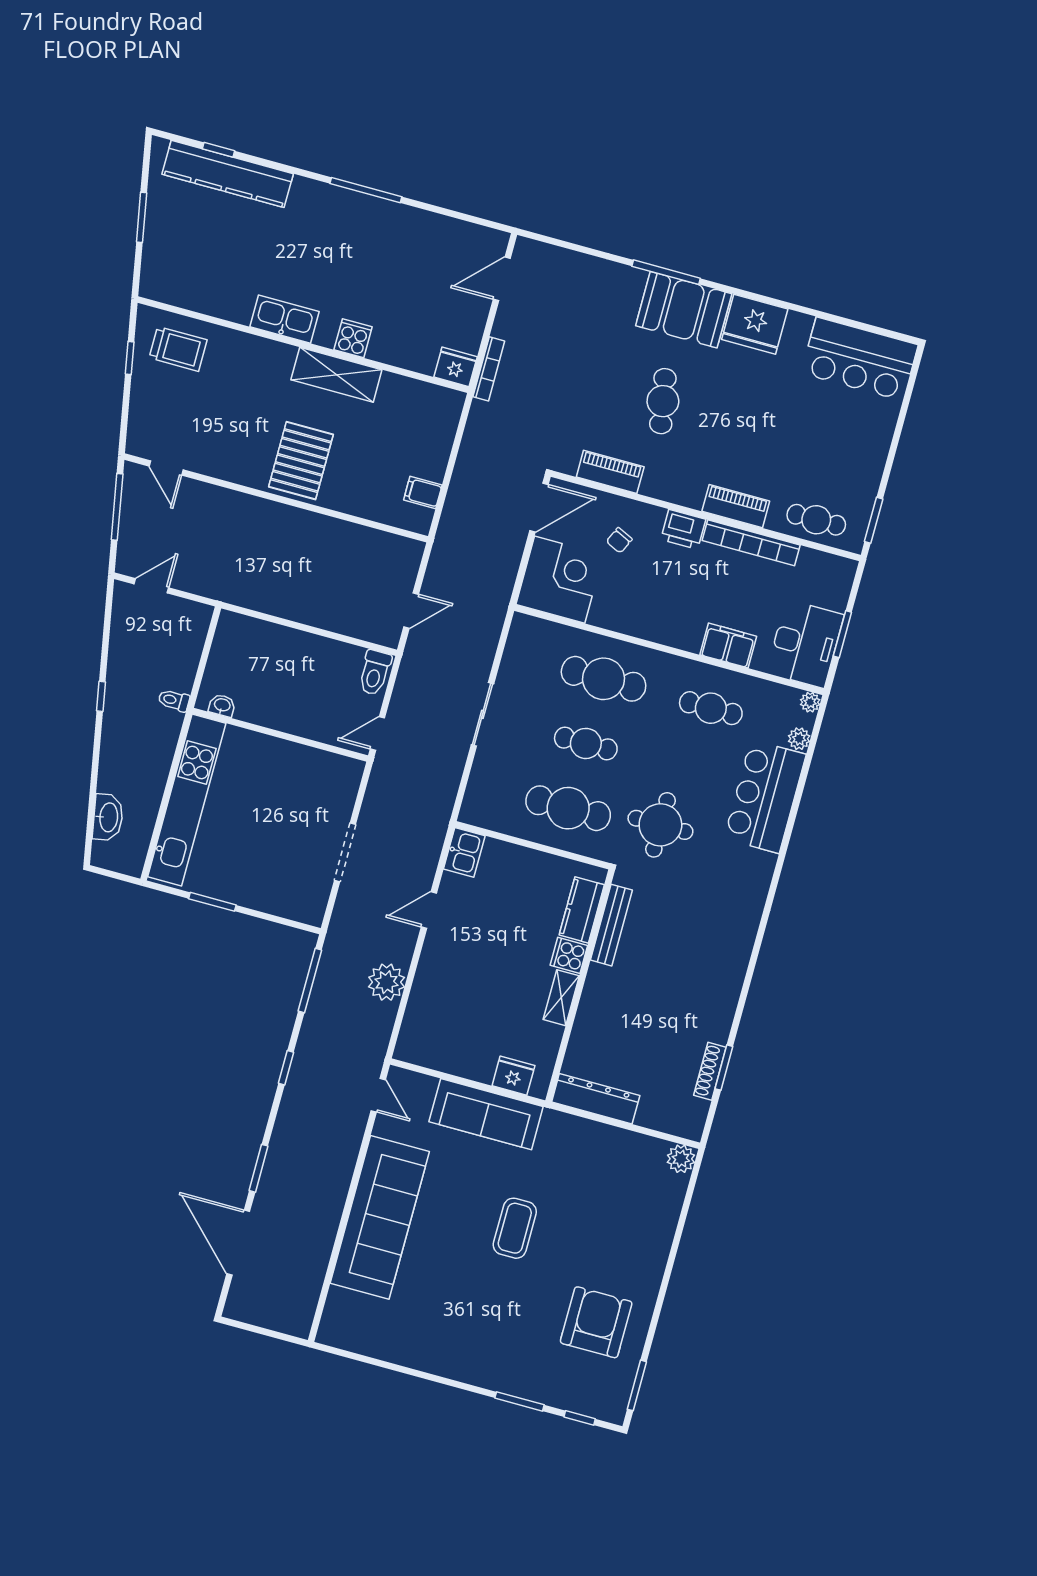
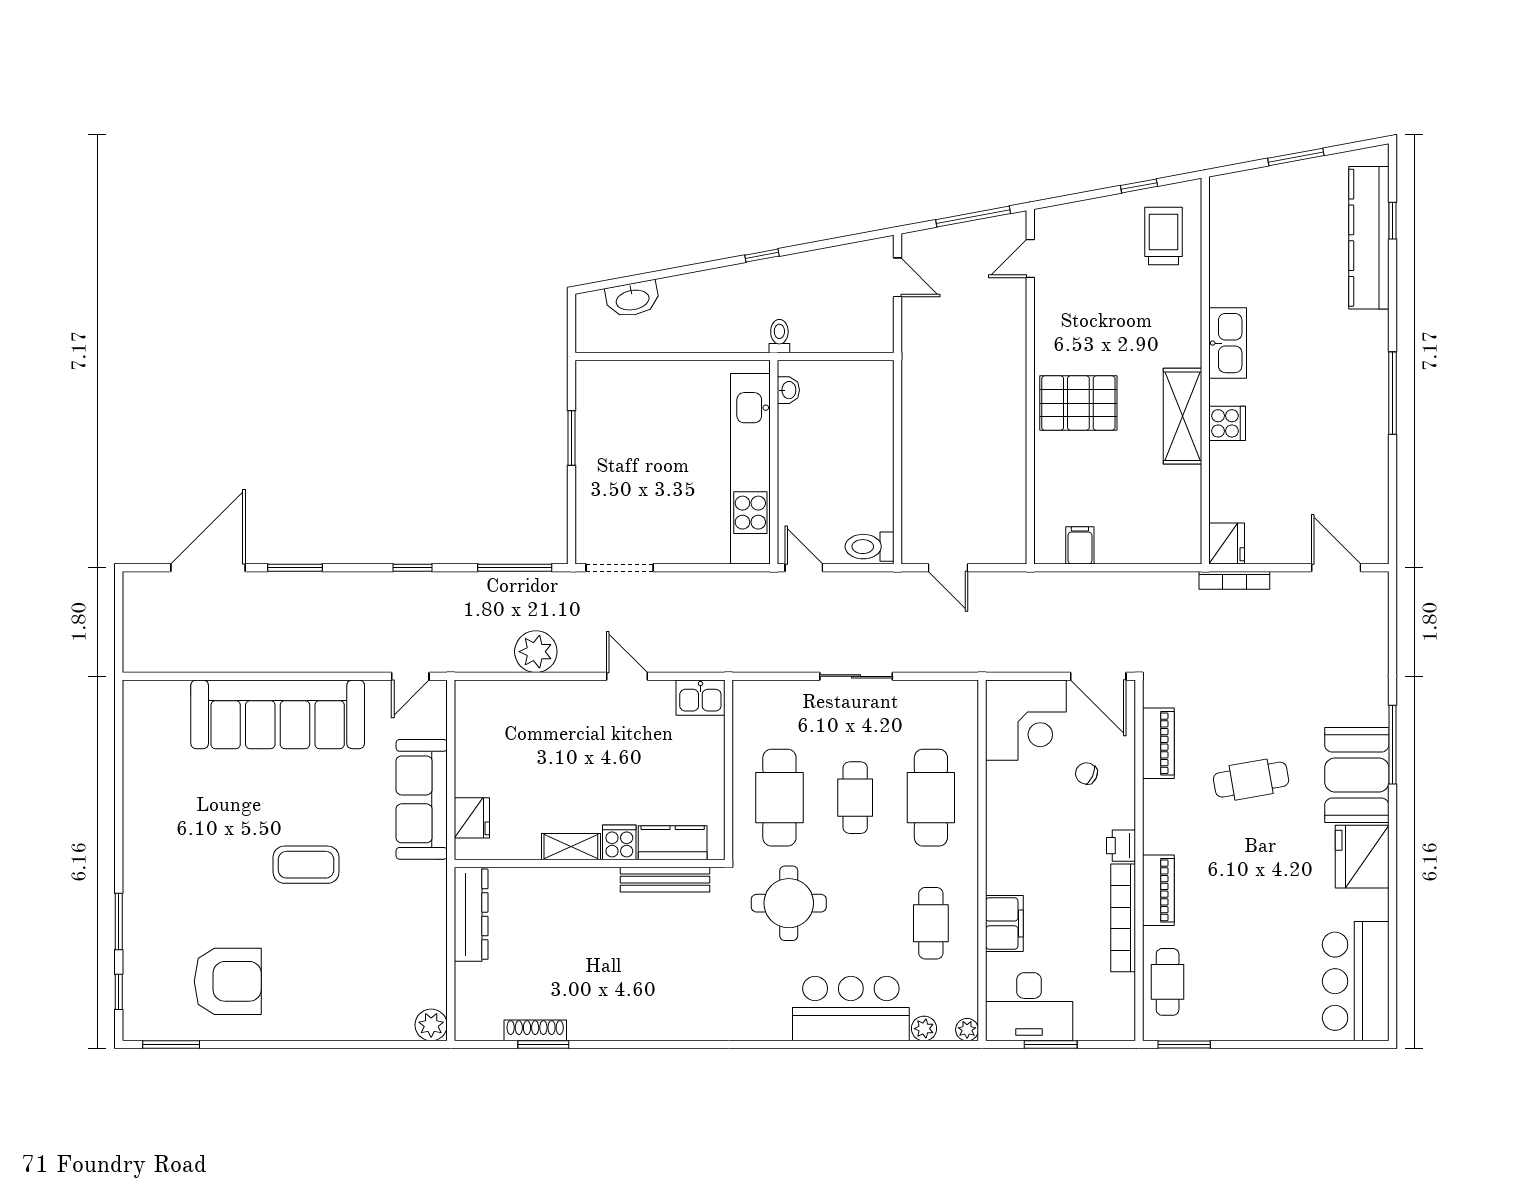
trolley: (178, 349) -> (1164, 236), turned 180
printer: (683, 529) -> (1121, 846), width x0.73, depth x0.81
kitchen unit: (187, 800) -> (750, 469), moved, turned 90
doorway: (345, 852) -> (620, 568), moved

